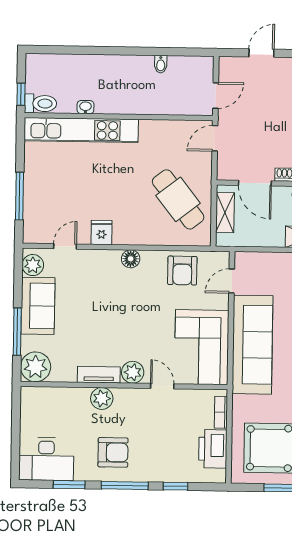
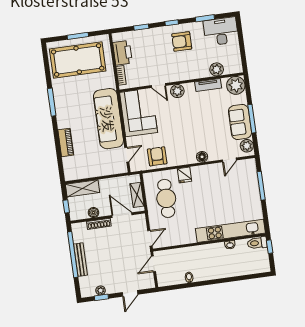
cafe table: (178, 199) -> (166, 198), turned 38
fridge: (102, 232) -> (184, 175), moved
floor lamp: (131, 259) -> (202, 157), moved
window: (17, 332) -> (252, 119), moved
tv unit: (99, 375) -> (208, 85), moved
plant: (102, 398) -> (217, 69), moved
window: (125, 485) -> (172, 23), width x0.46

